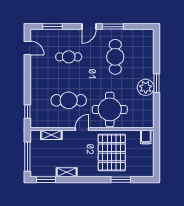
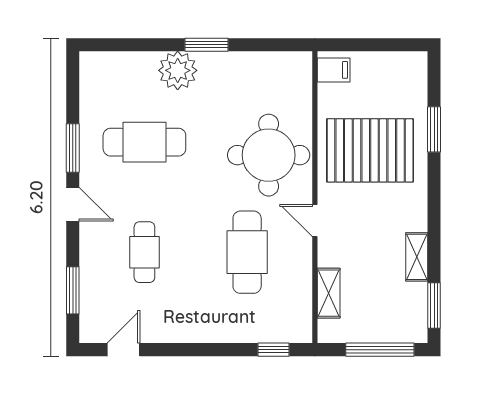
plant: (146, 87) -> (178, 70), moved

